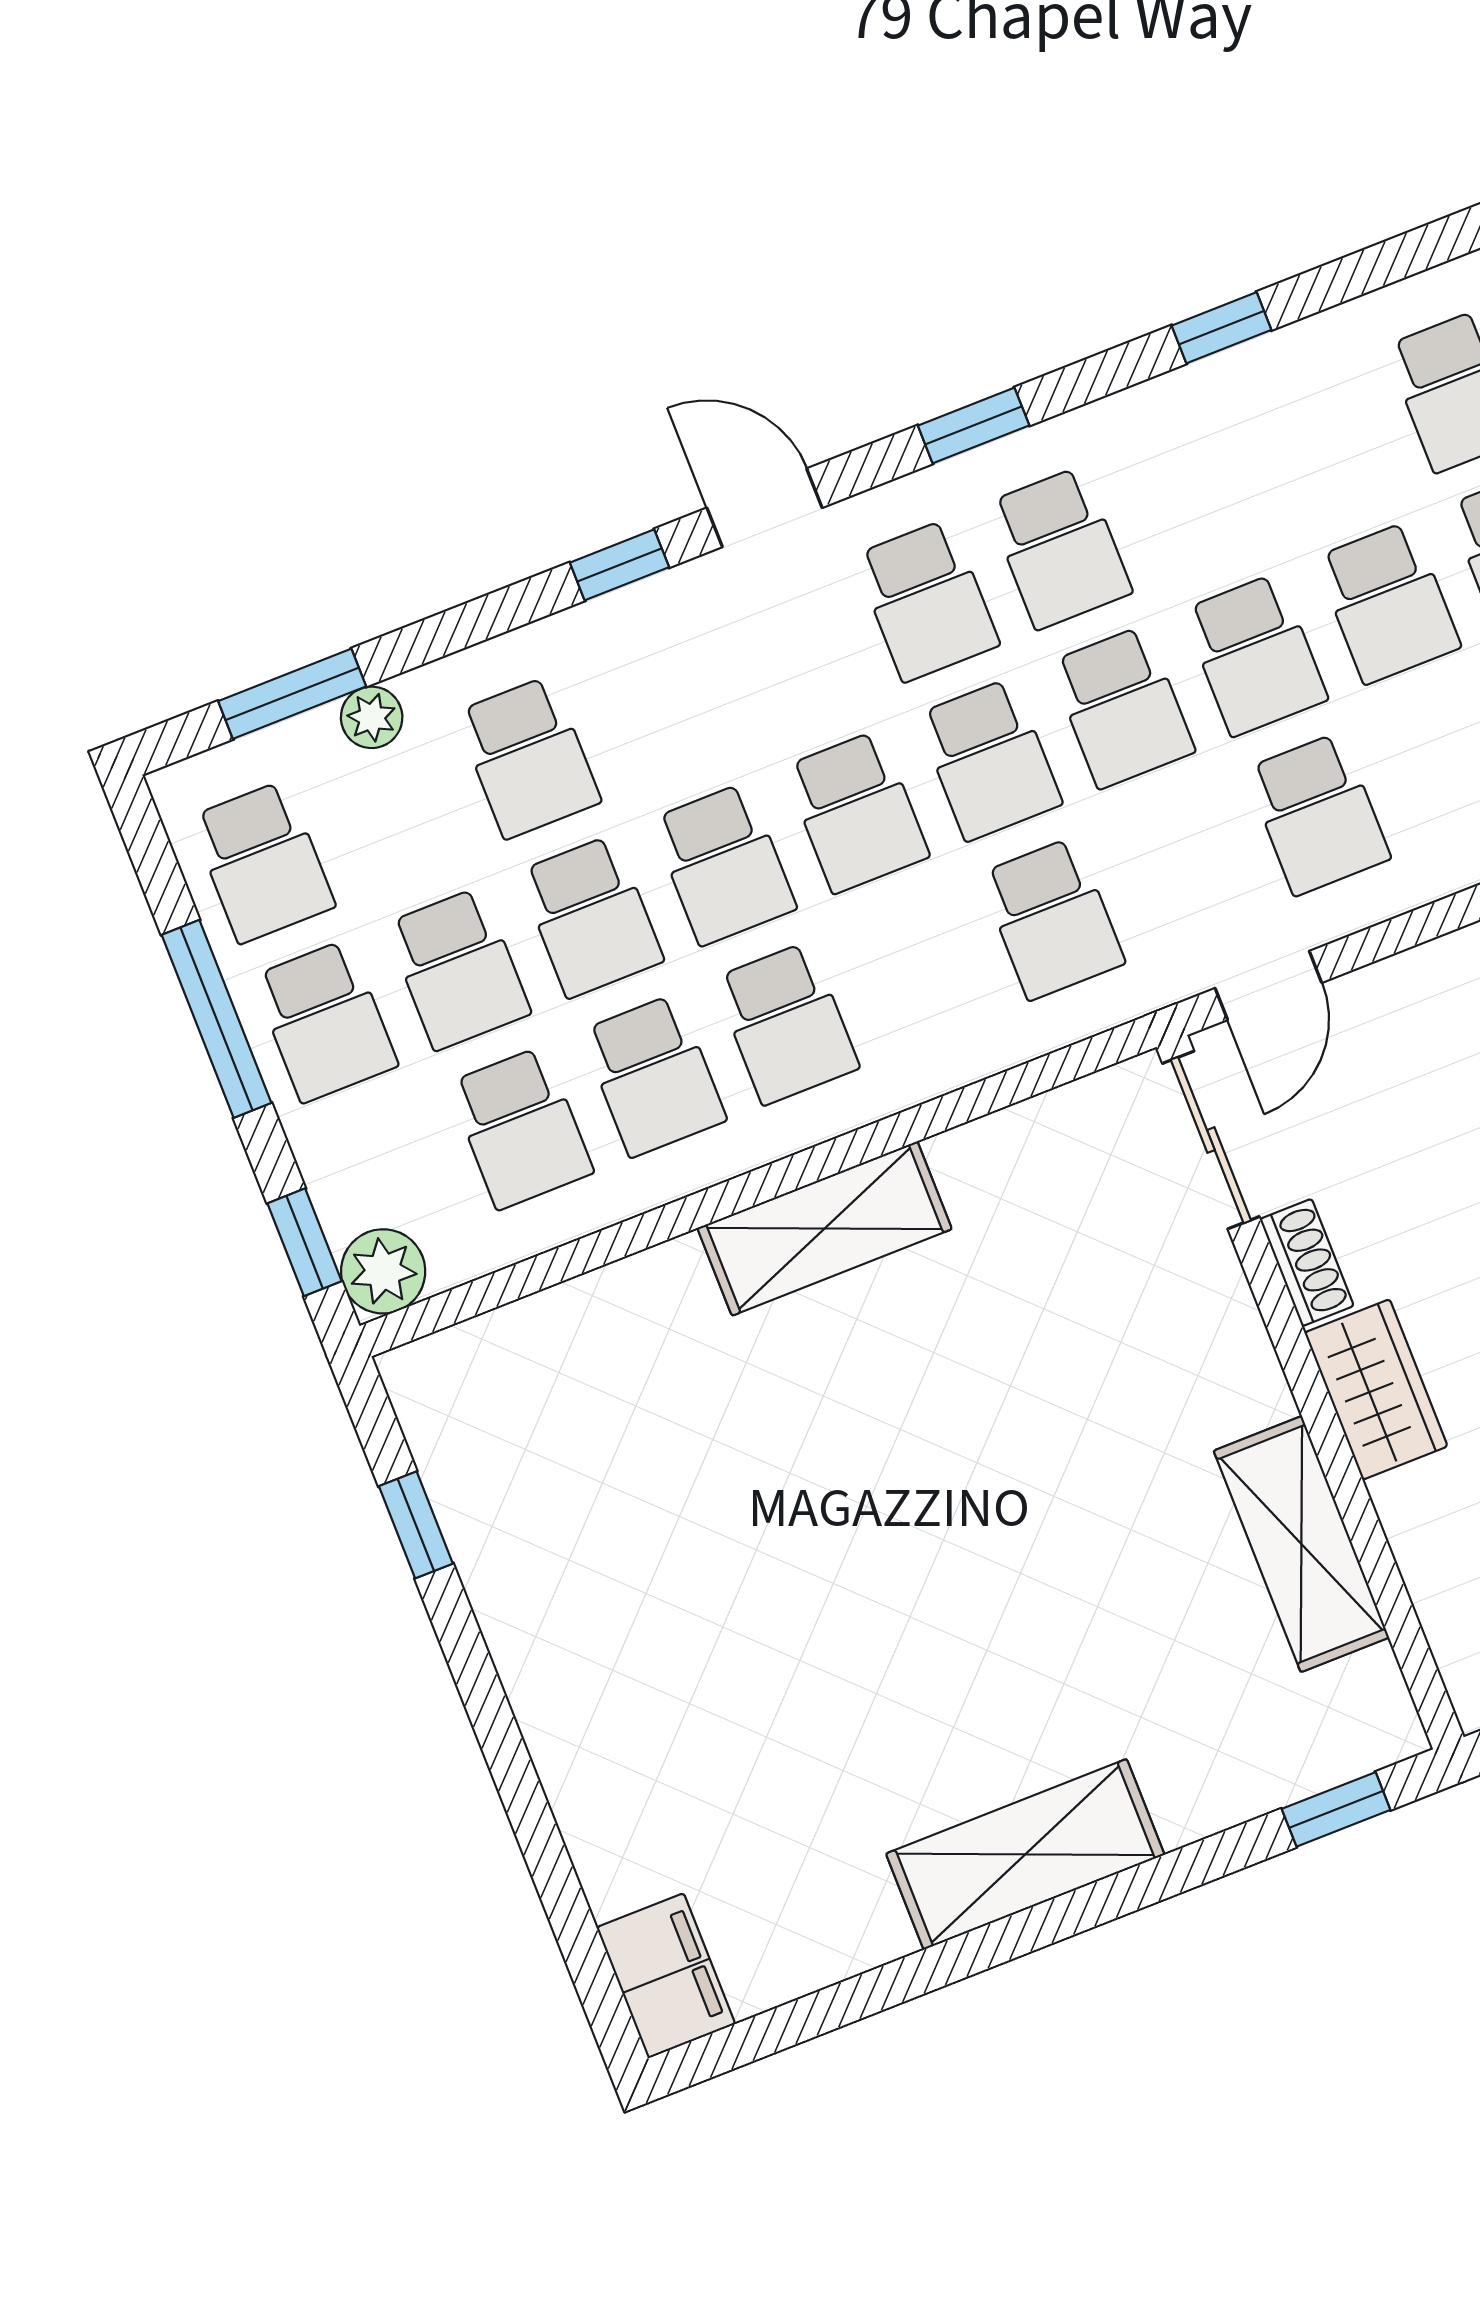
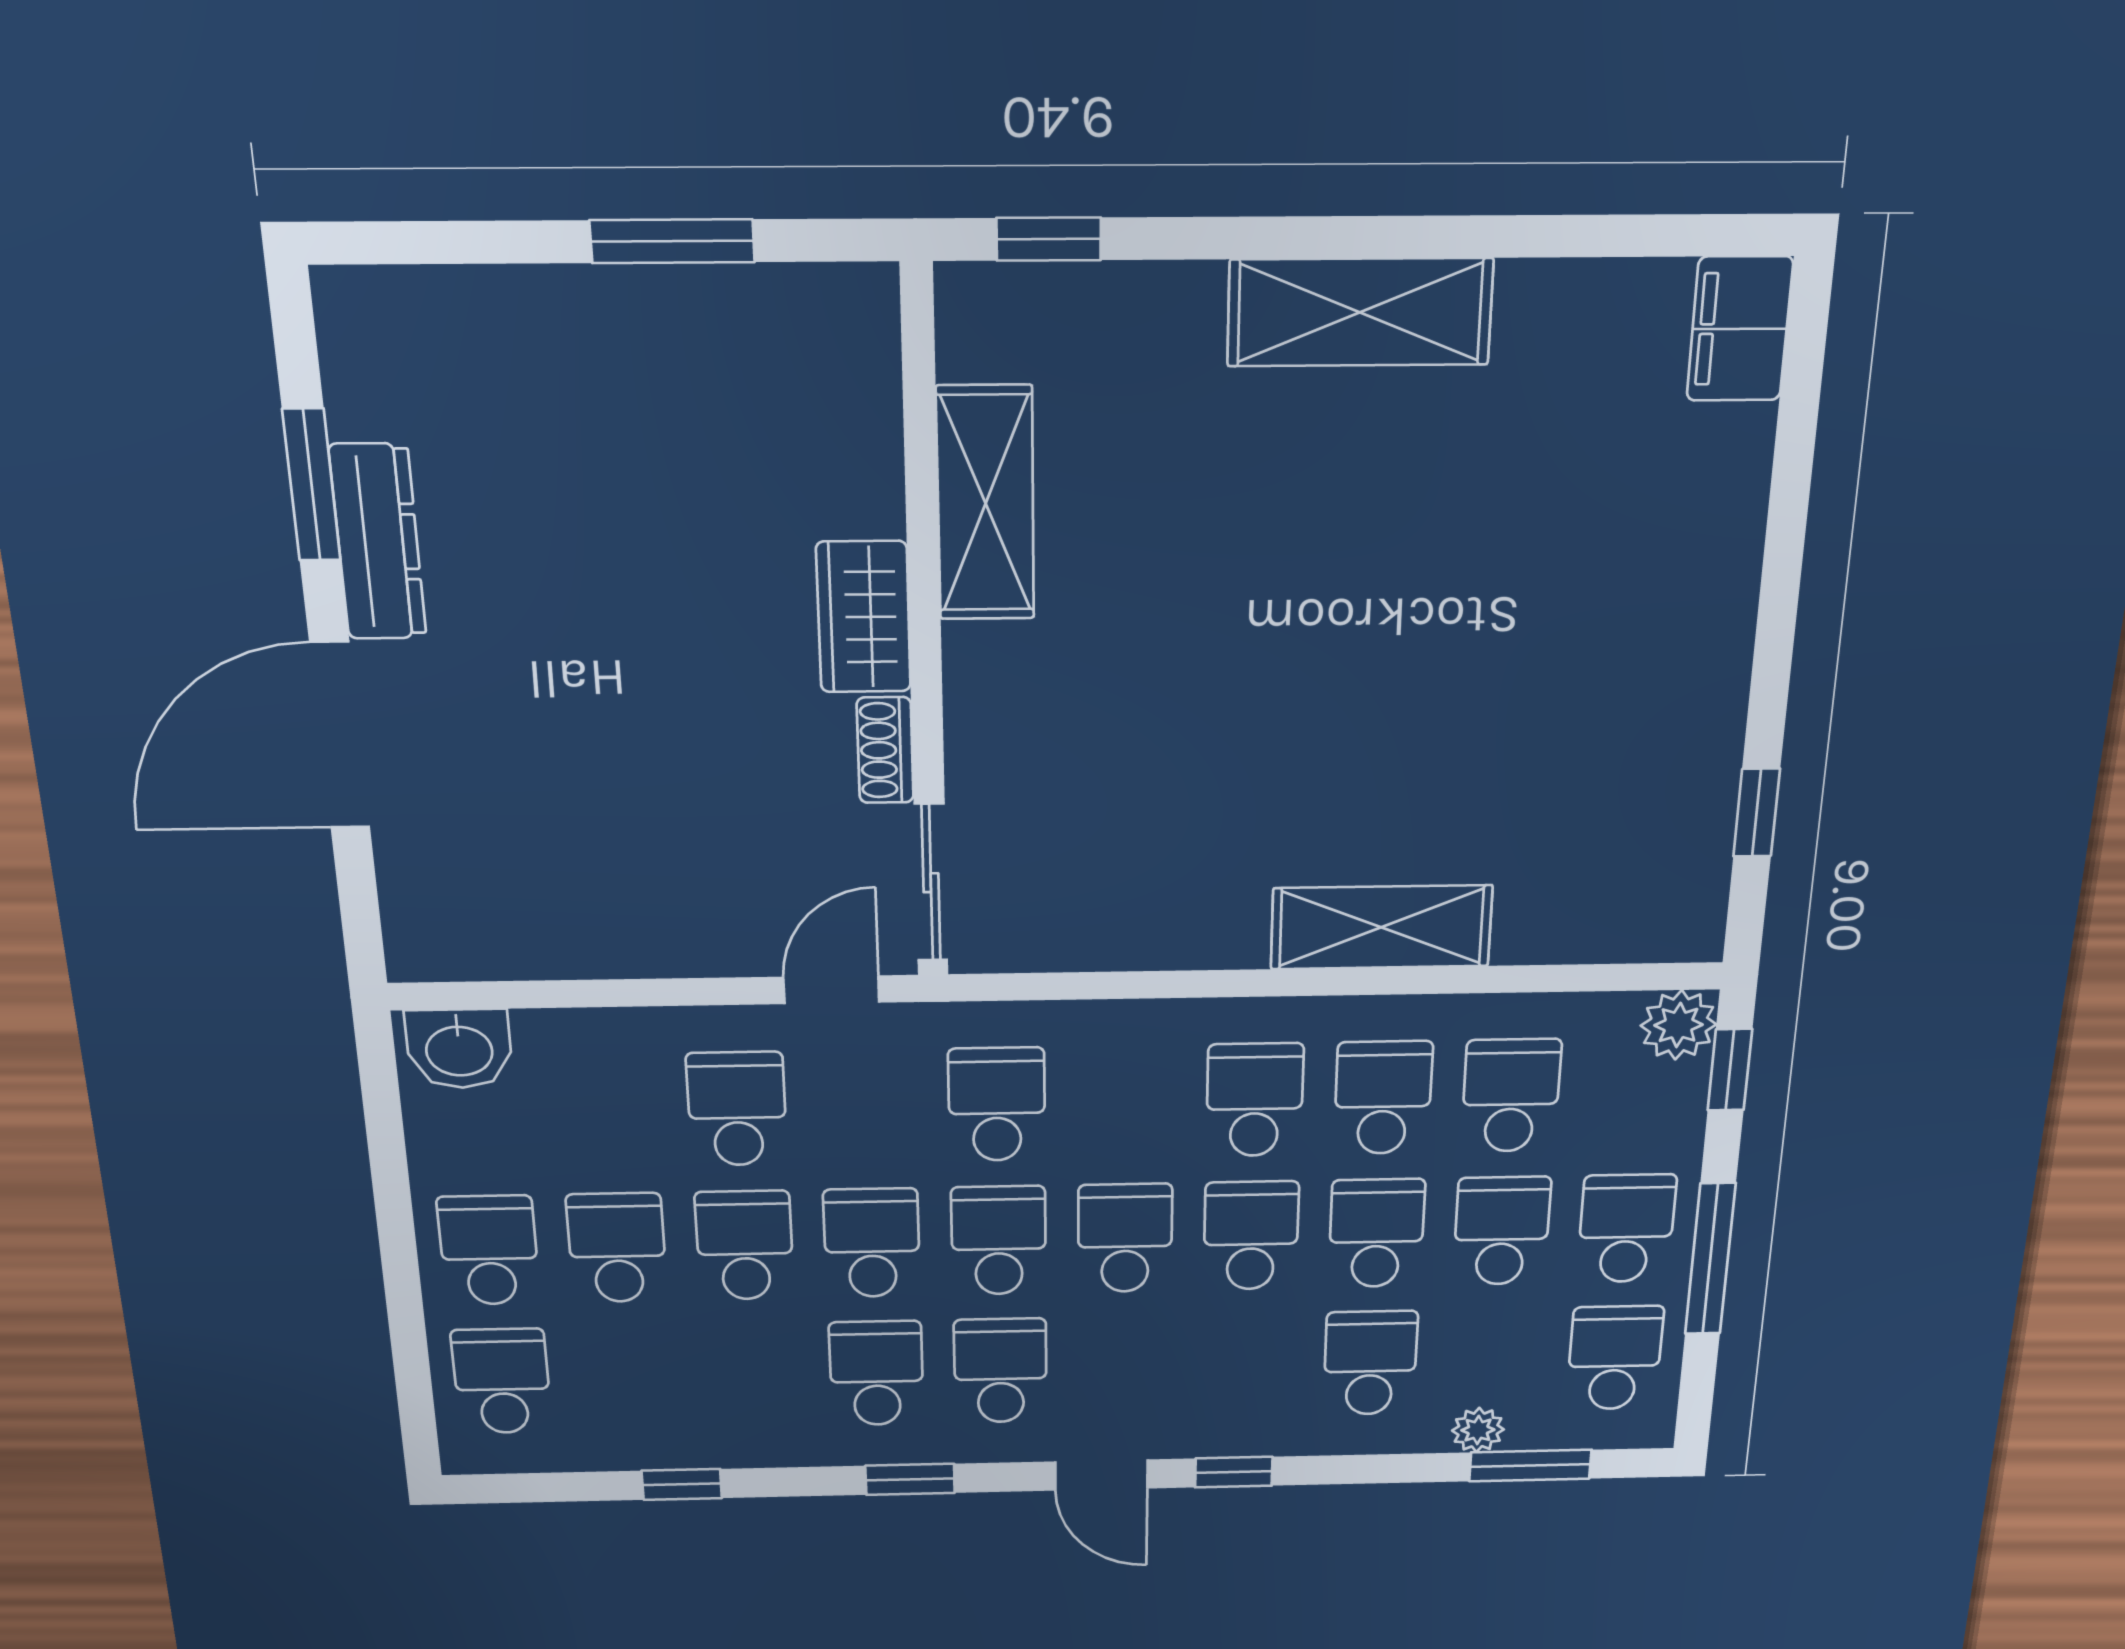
shelving: (825, 1229) -> (1381, 927), moved

